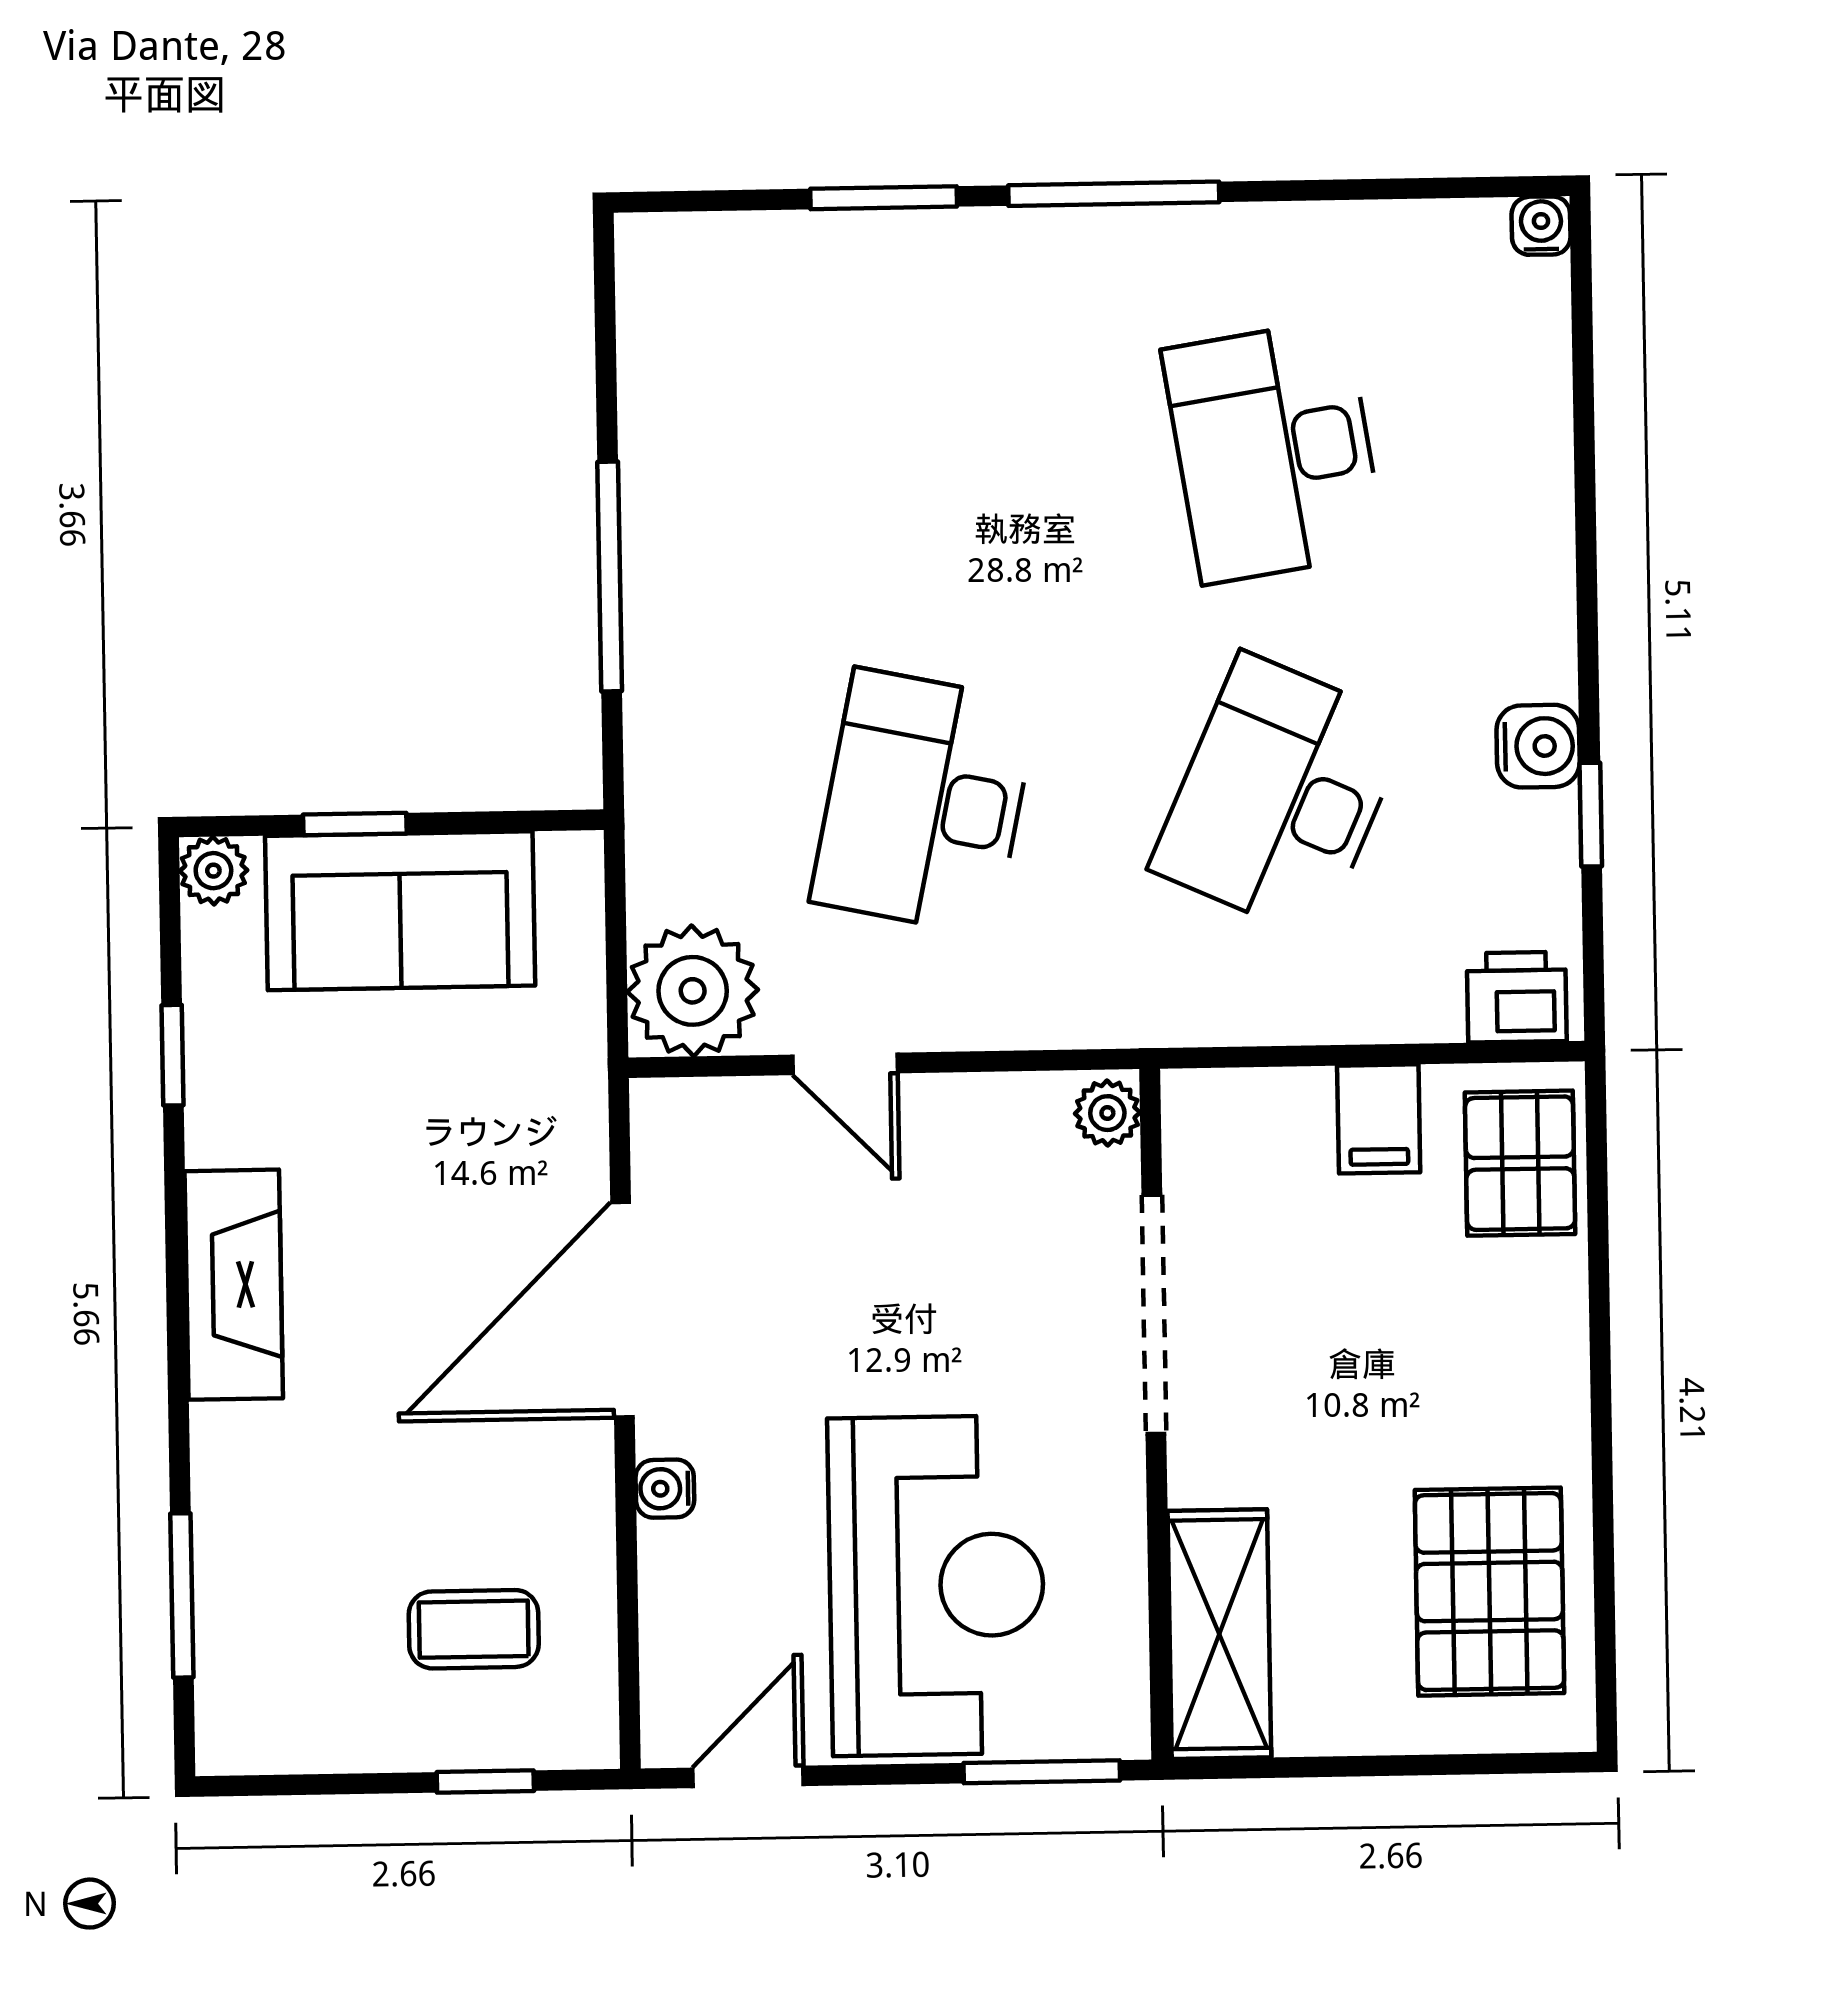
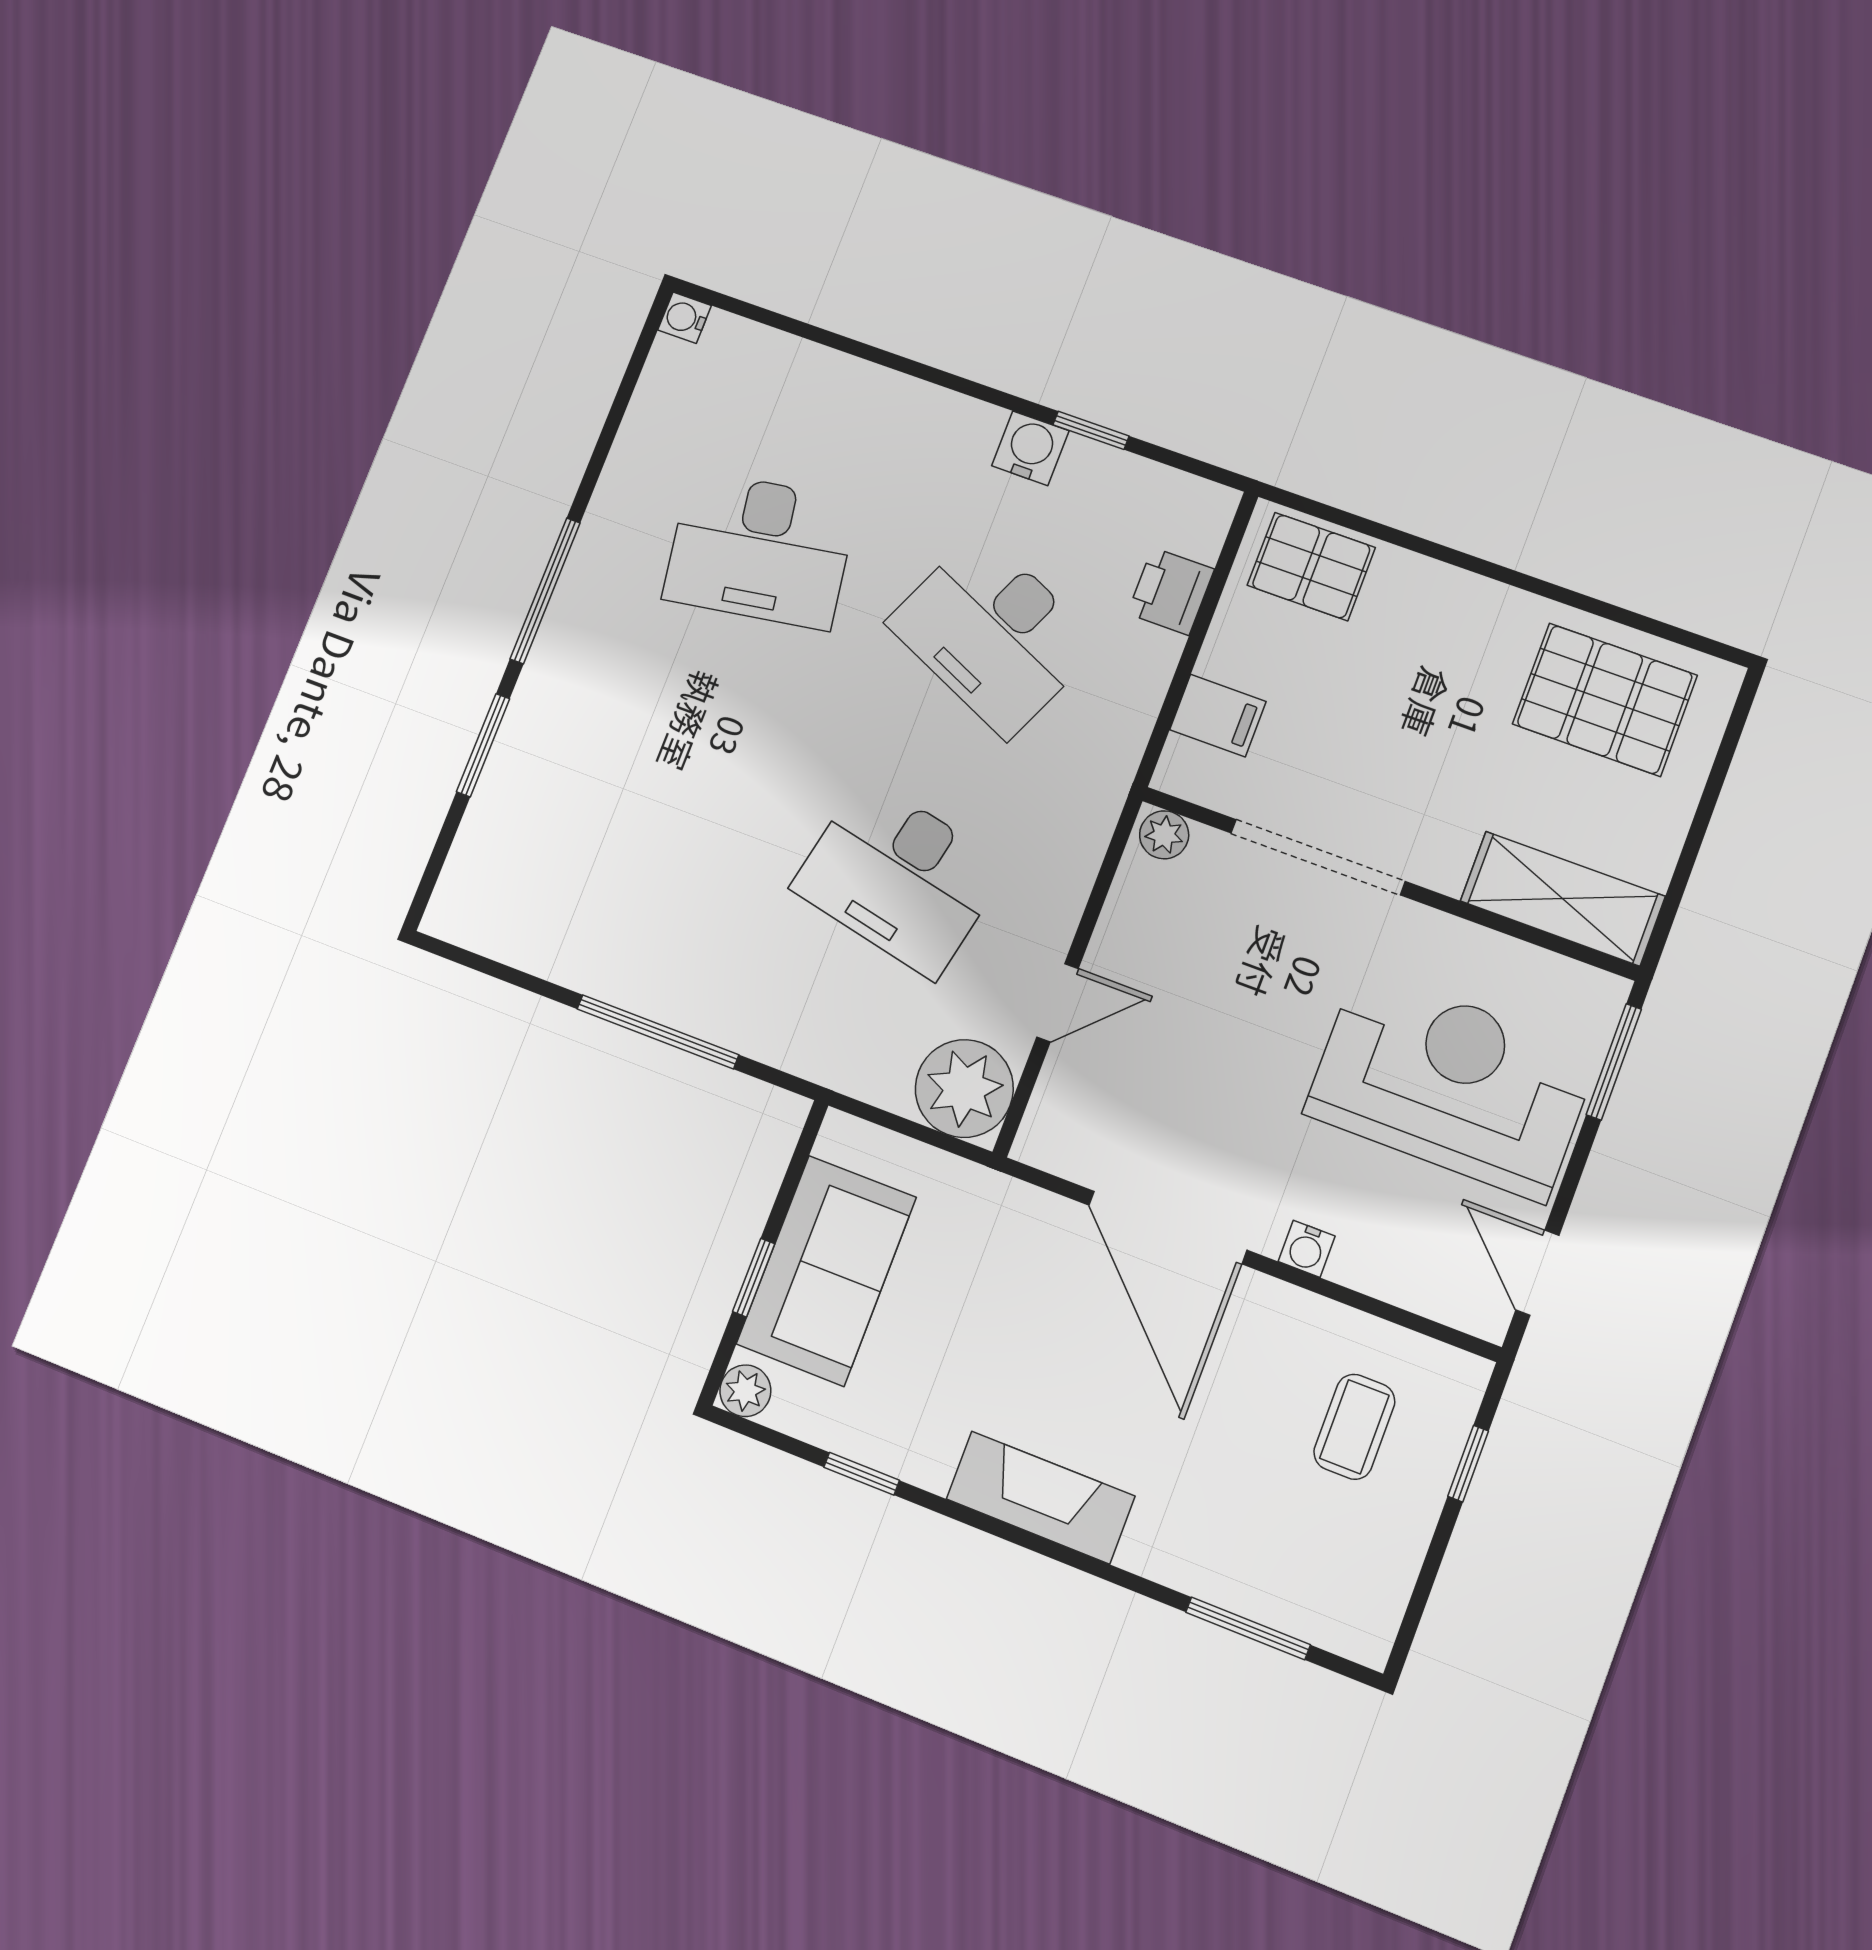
printer: (1517, 997) -> (1171, 591), moved
filing cabinet: (1379, 1119) -> (1218, 716), moved

